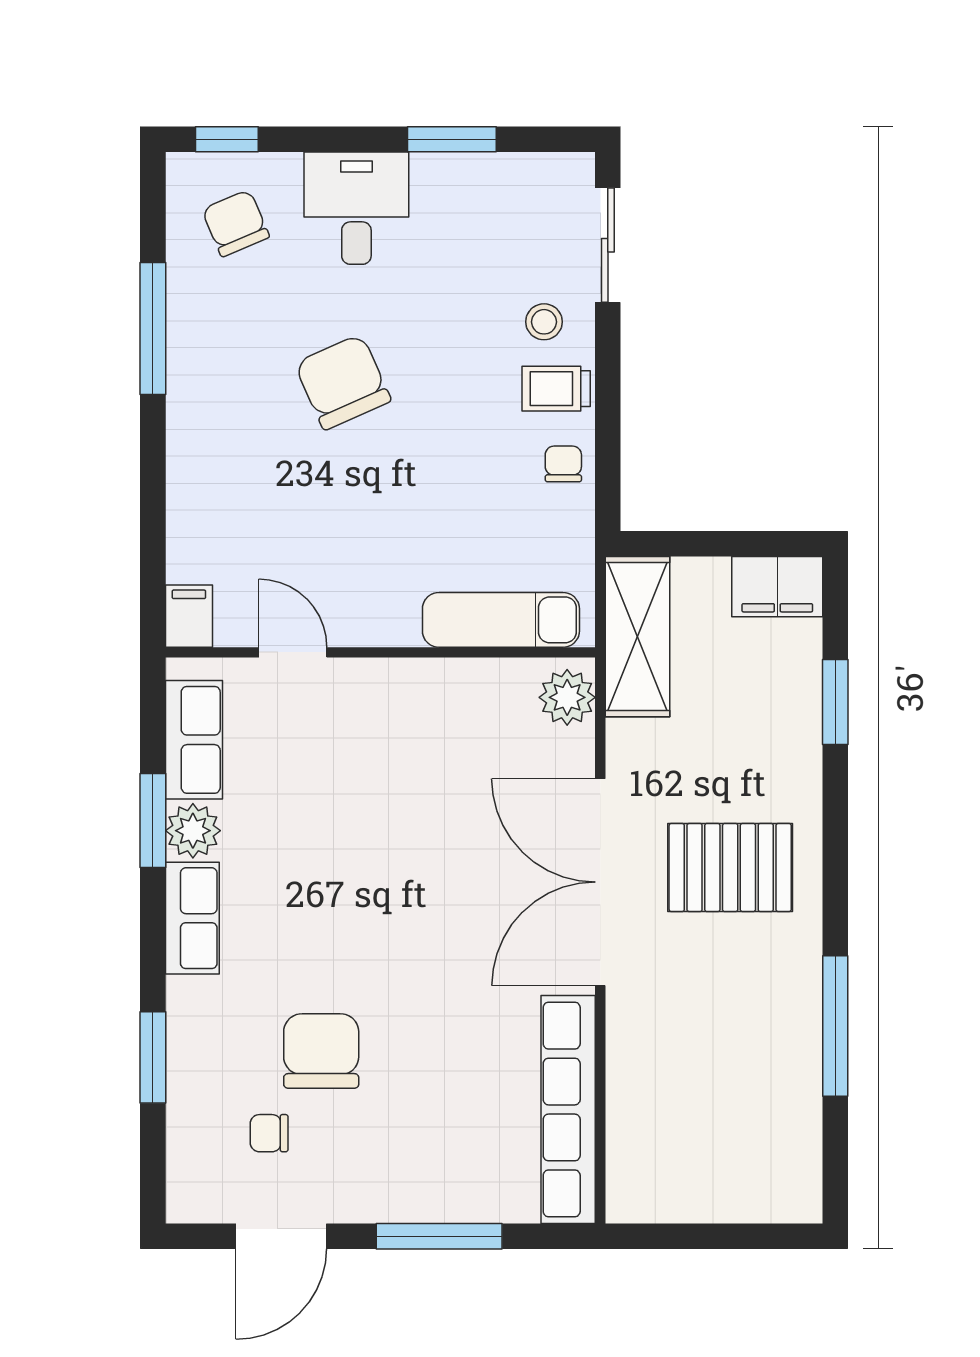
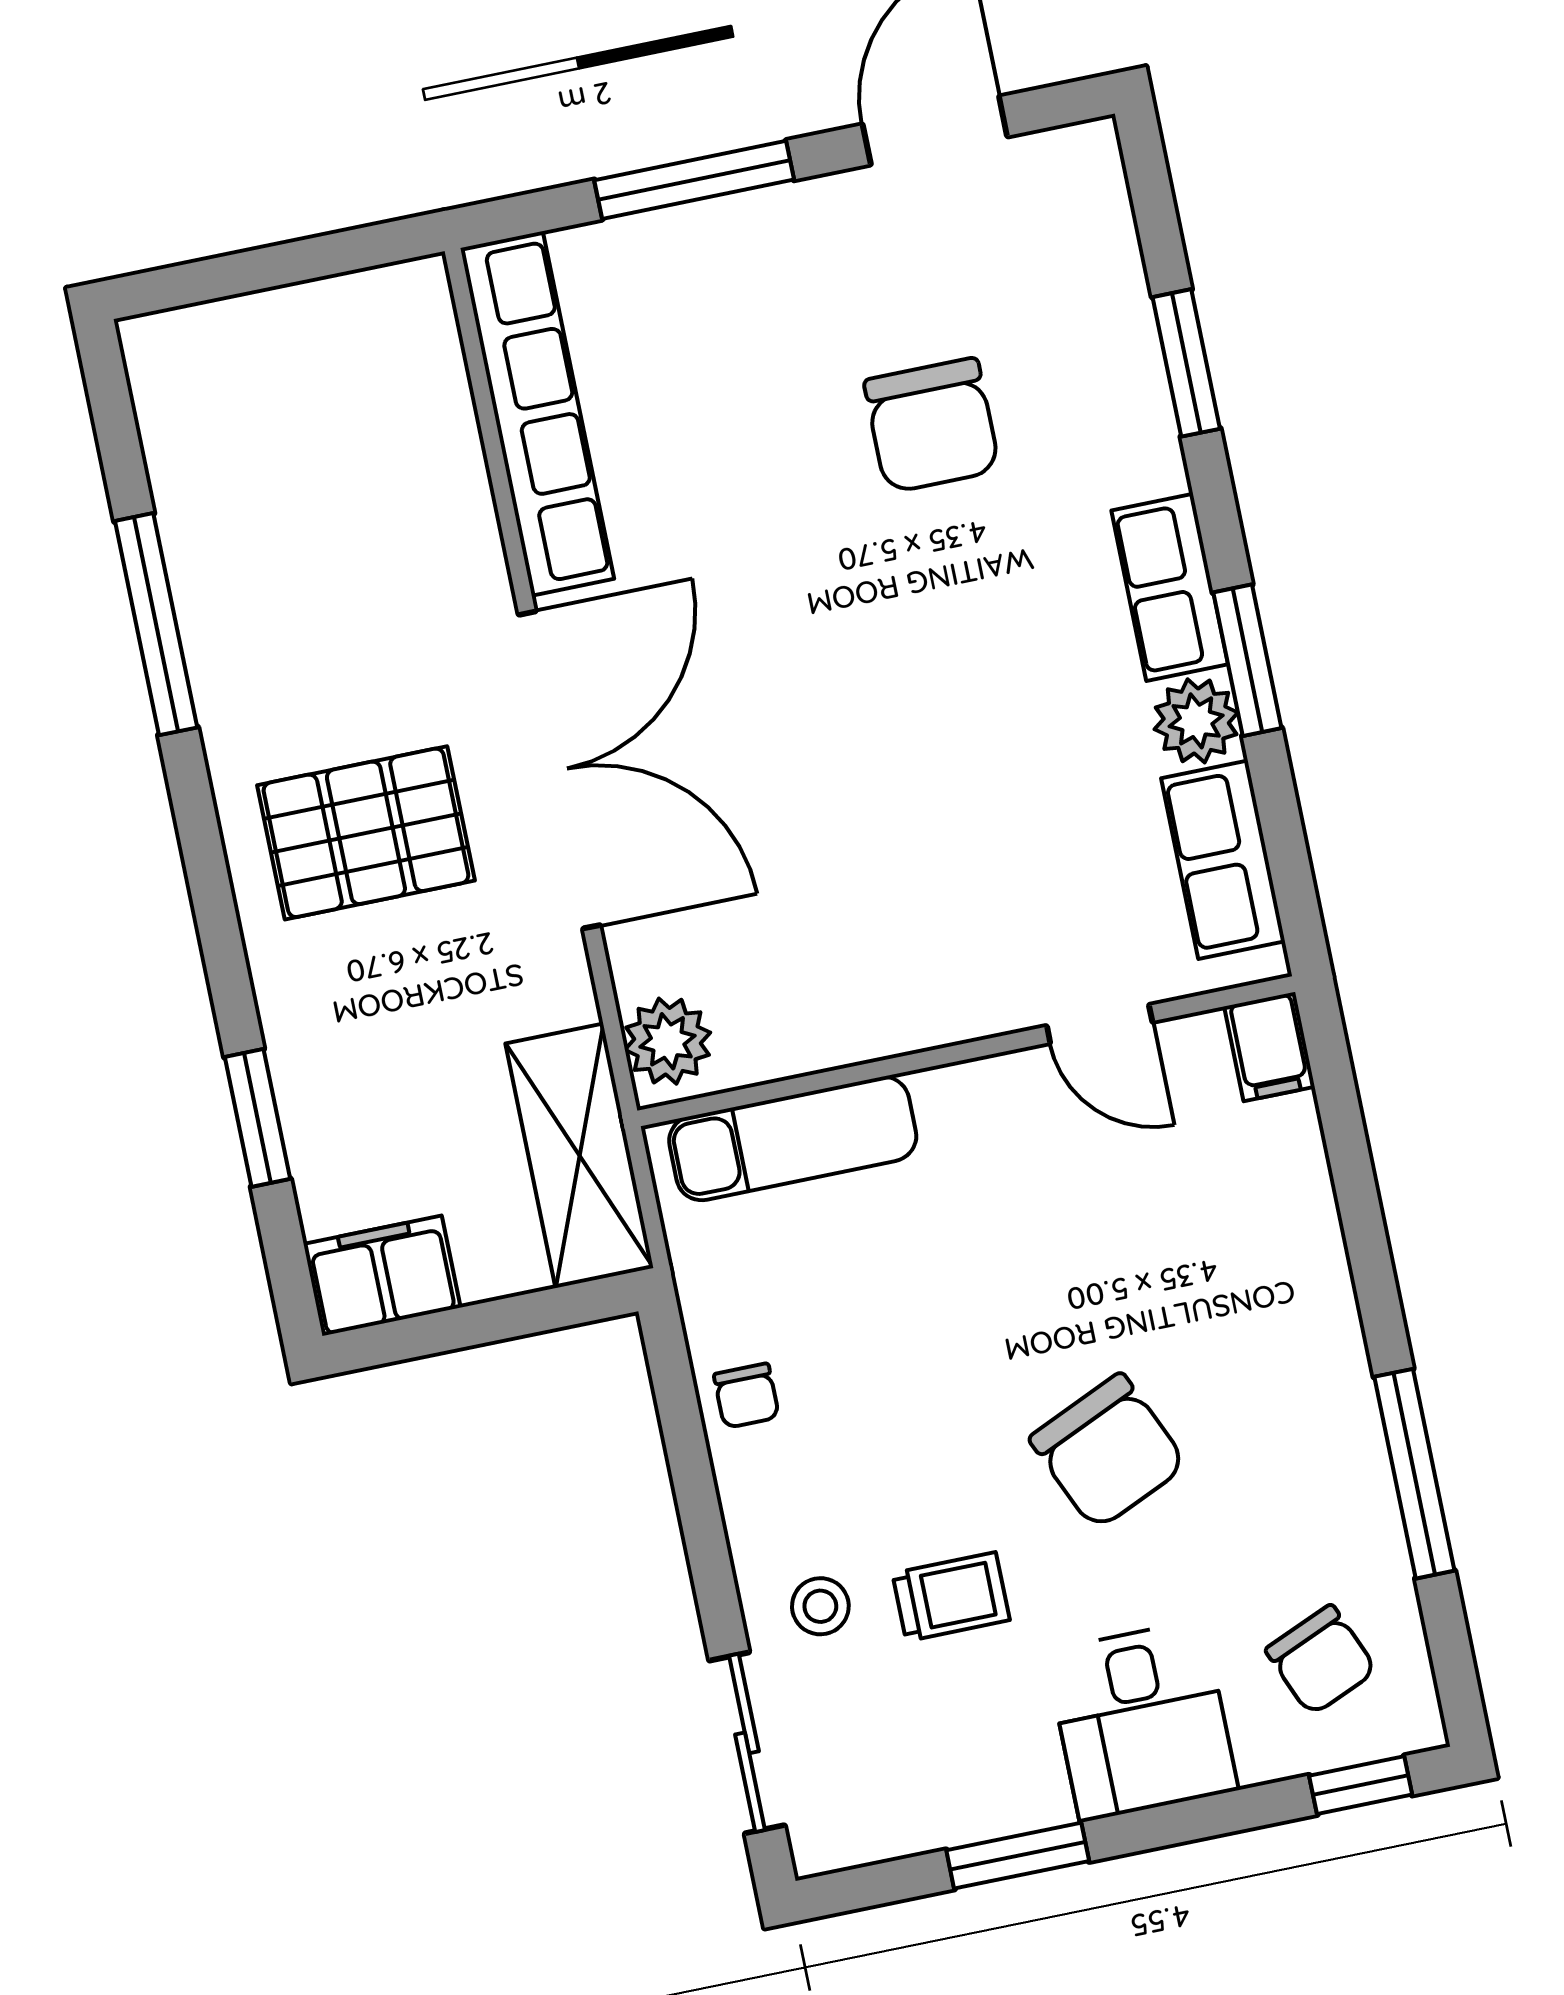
trolley: (556, 389) -> (951, 1597), moved
window: (153, 820) -> (1247, 660), moved
chair: (269, 1133) -> (986, 284), removed

